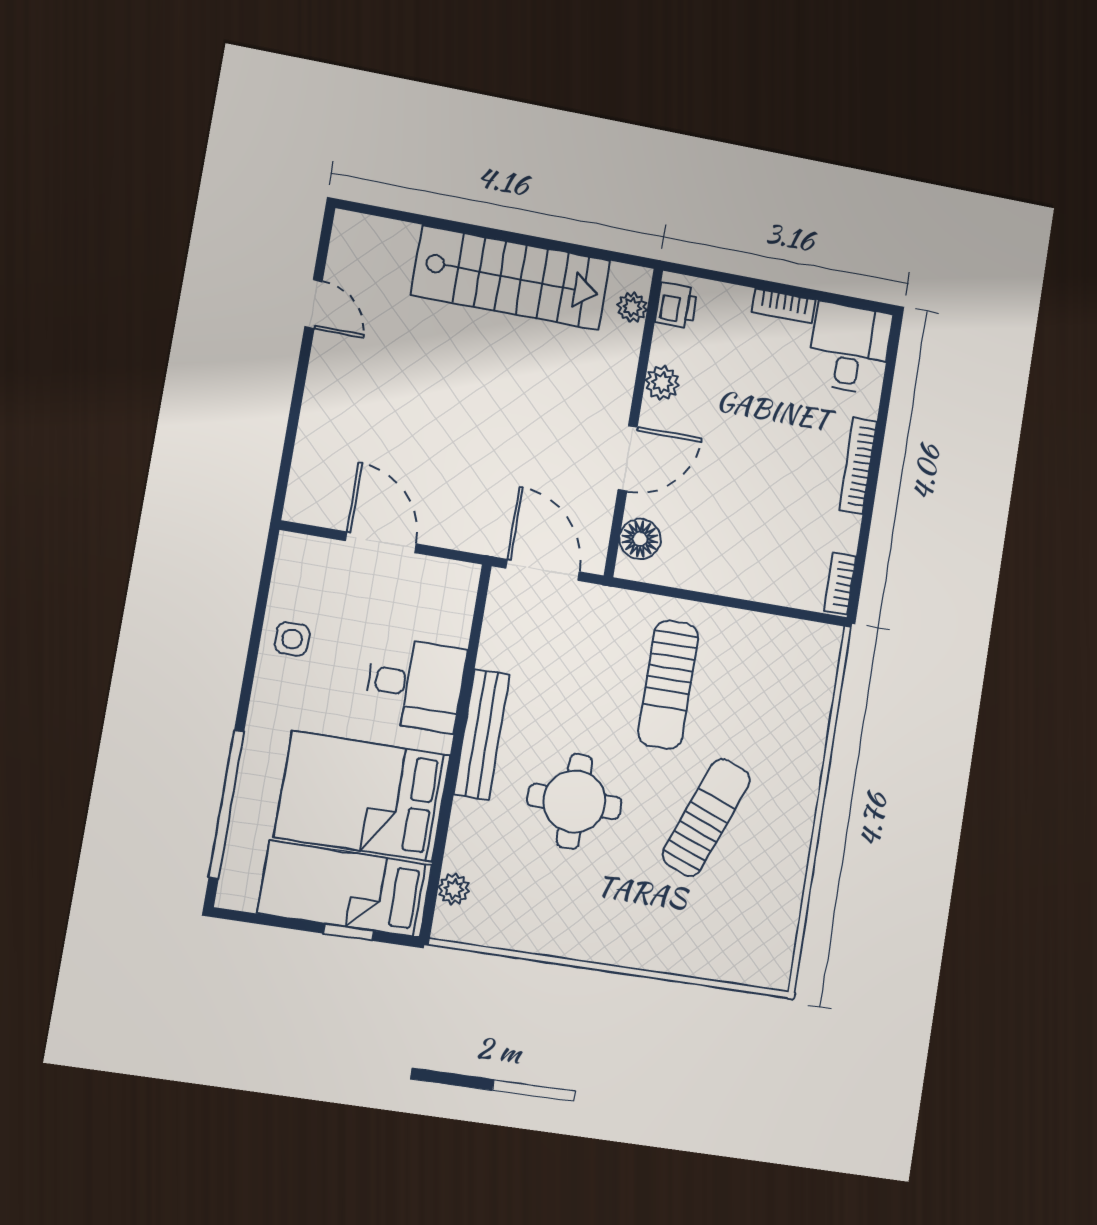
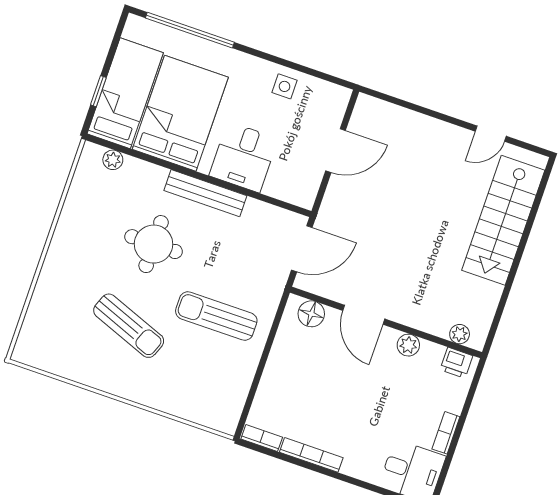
stairs: (511, 278) -> (503, 220), moved
bookcase: (858, 466) -> (311, 455), moved

